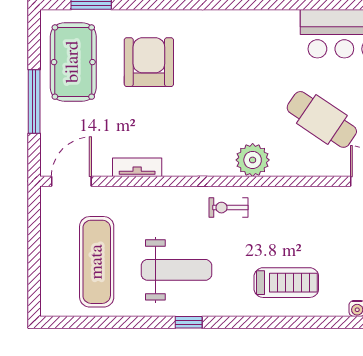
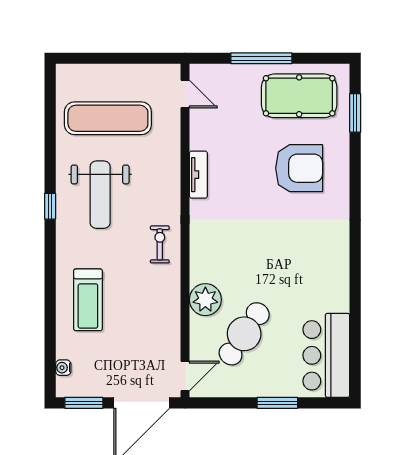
plant: (253, 160) -> (205, 300), moved
tv unit: (137, 167) -> (198, 175), moved
door: (71, 181) -> (185, 94), width x0.73

